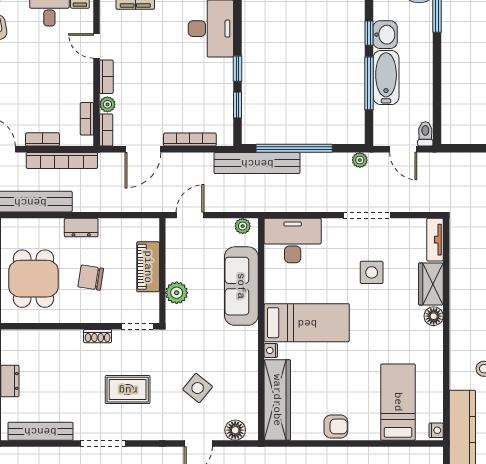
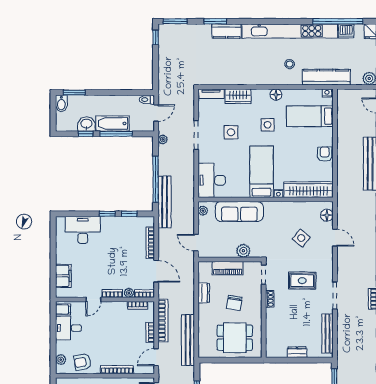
dresser: (81, 228) -> (204, 293), moved
floor lamp: (434, 316) -> (276, 95), moved
side table: (384, 332) -> (268, 125), added
rug: (128, 390) -> (302, 281), turned 90

